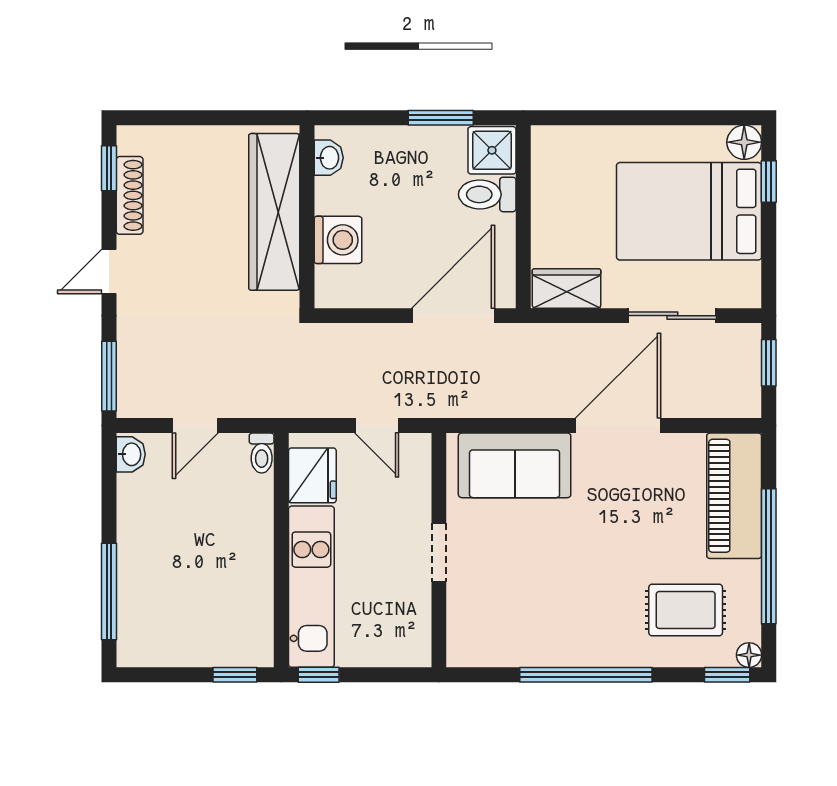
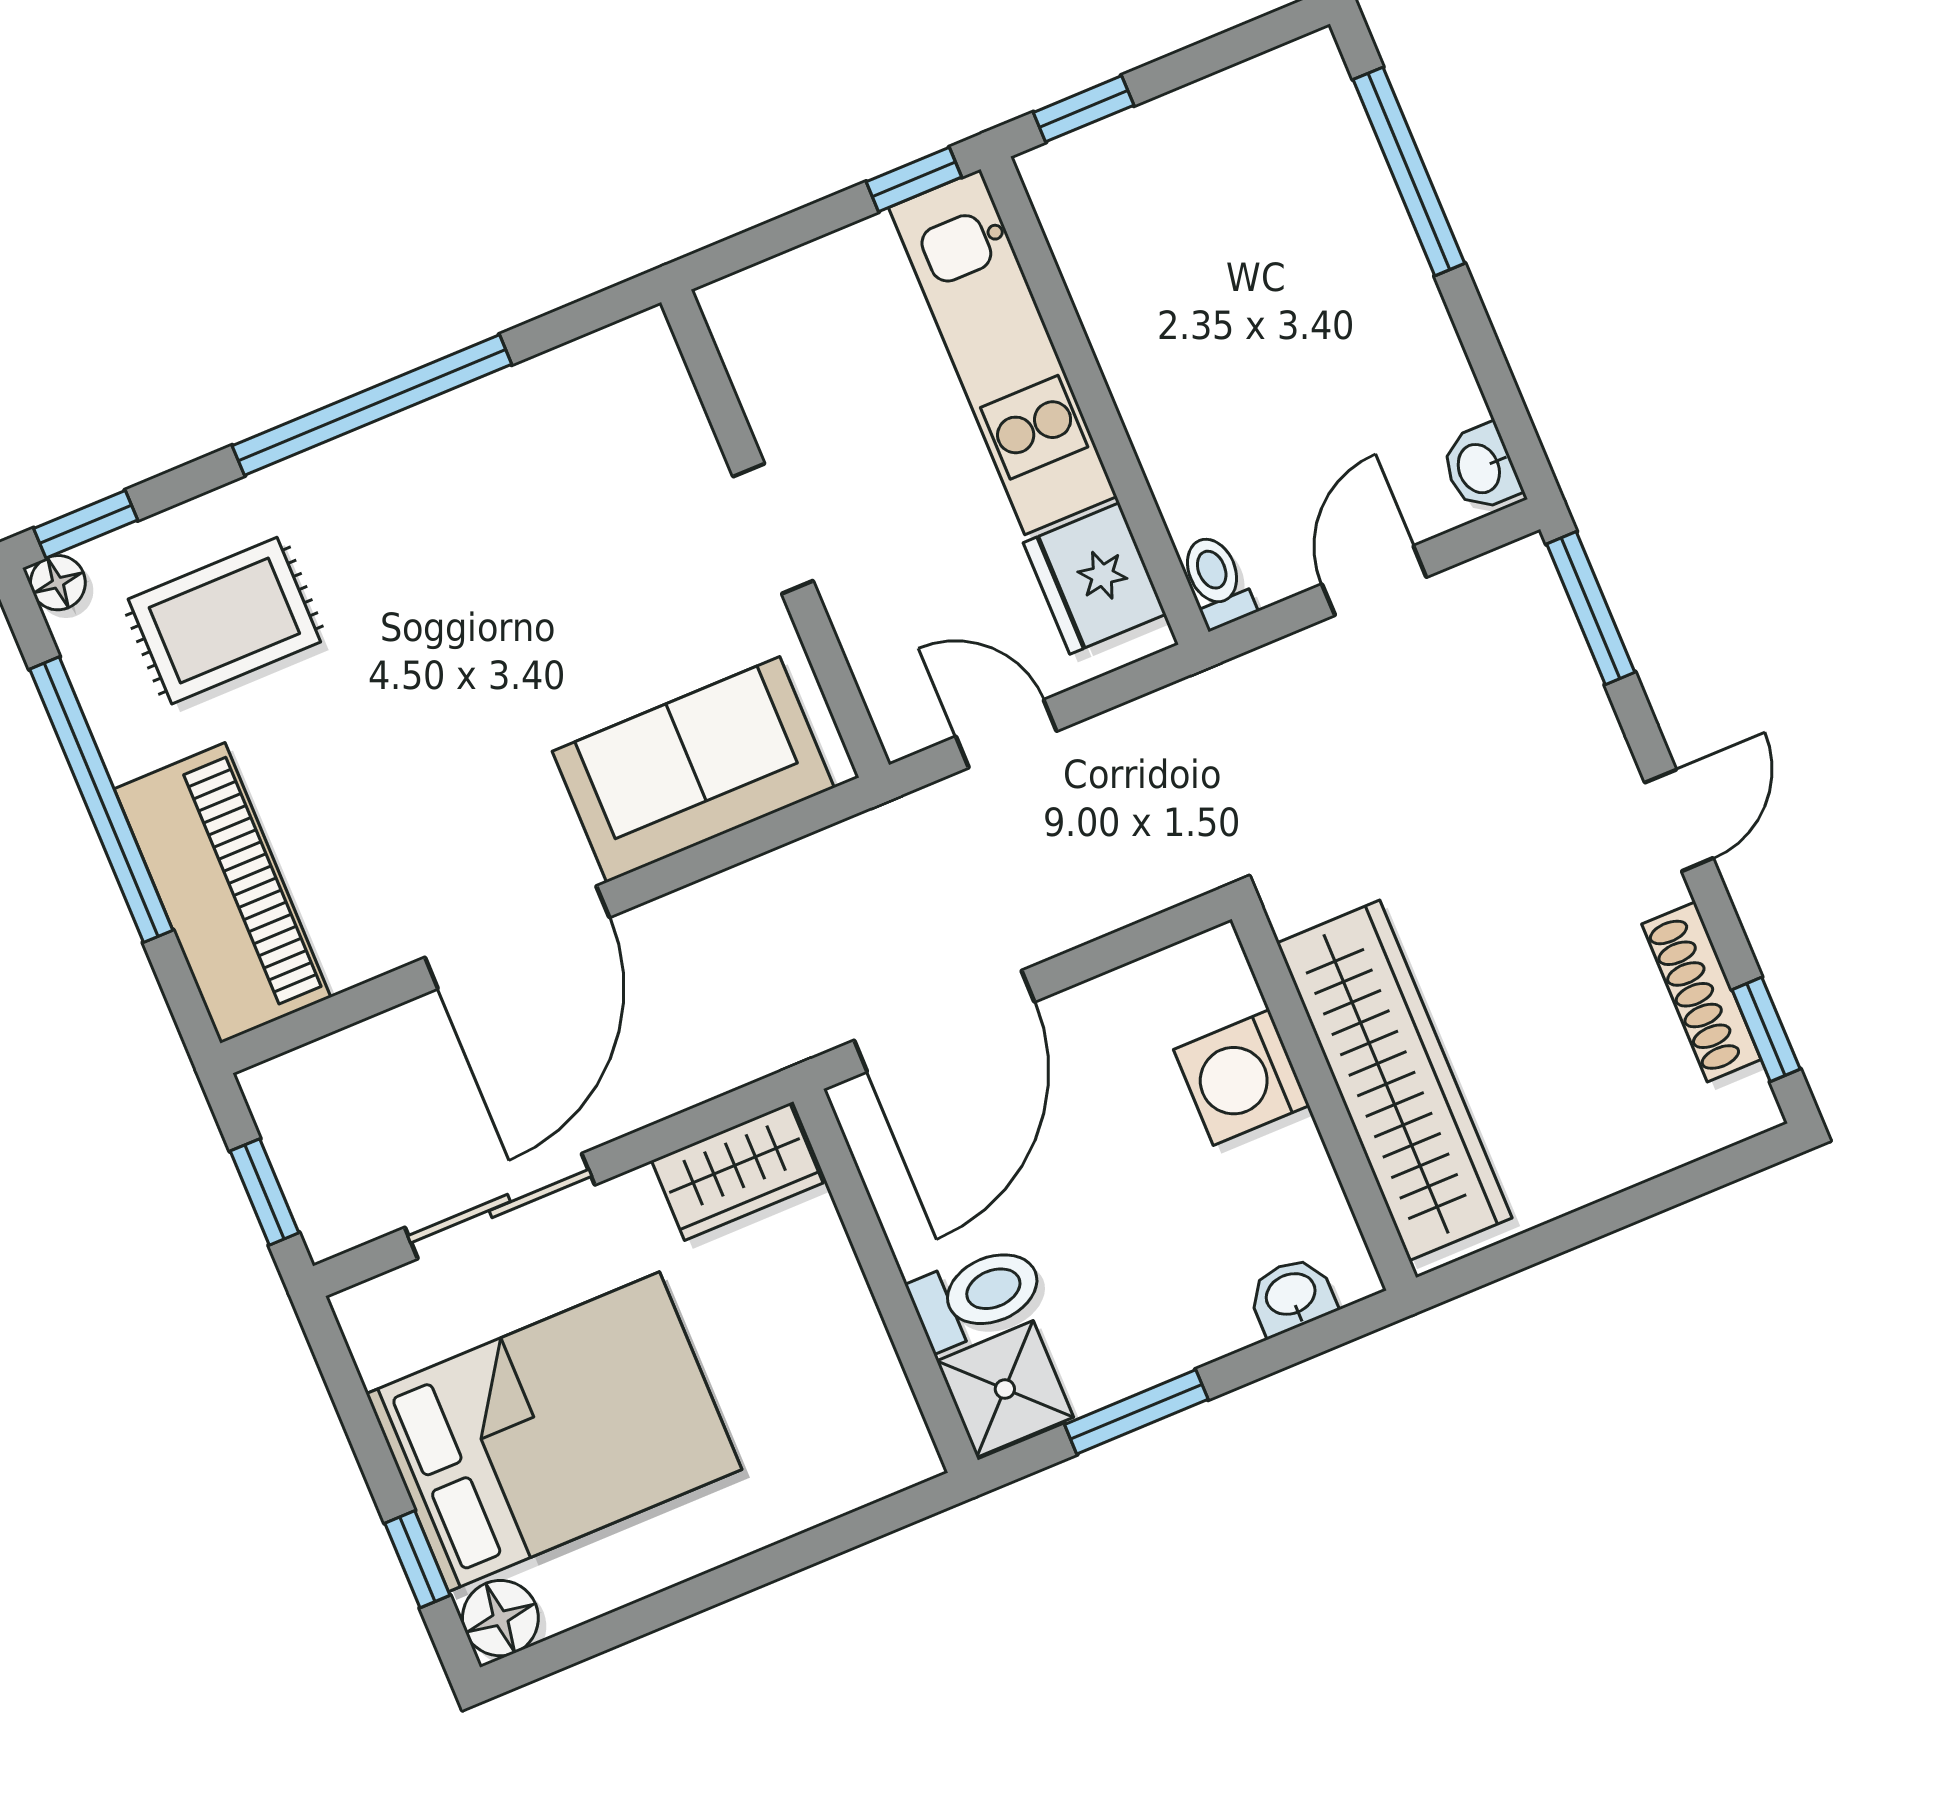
washbasin: (329, 158) -> (1291, 1296), moved, turned 90

